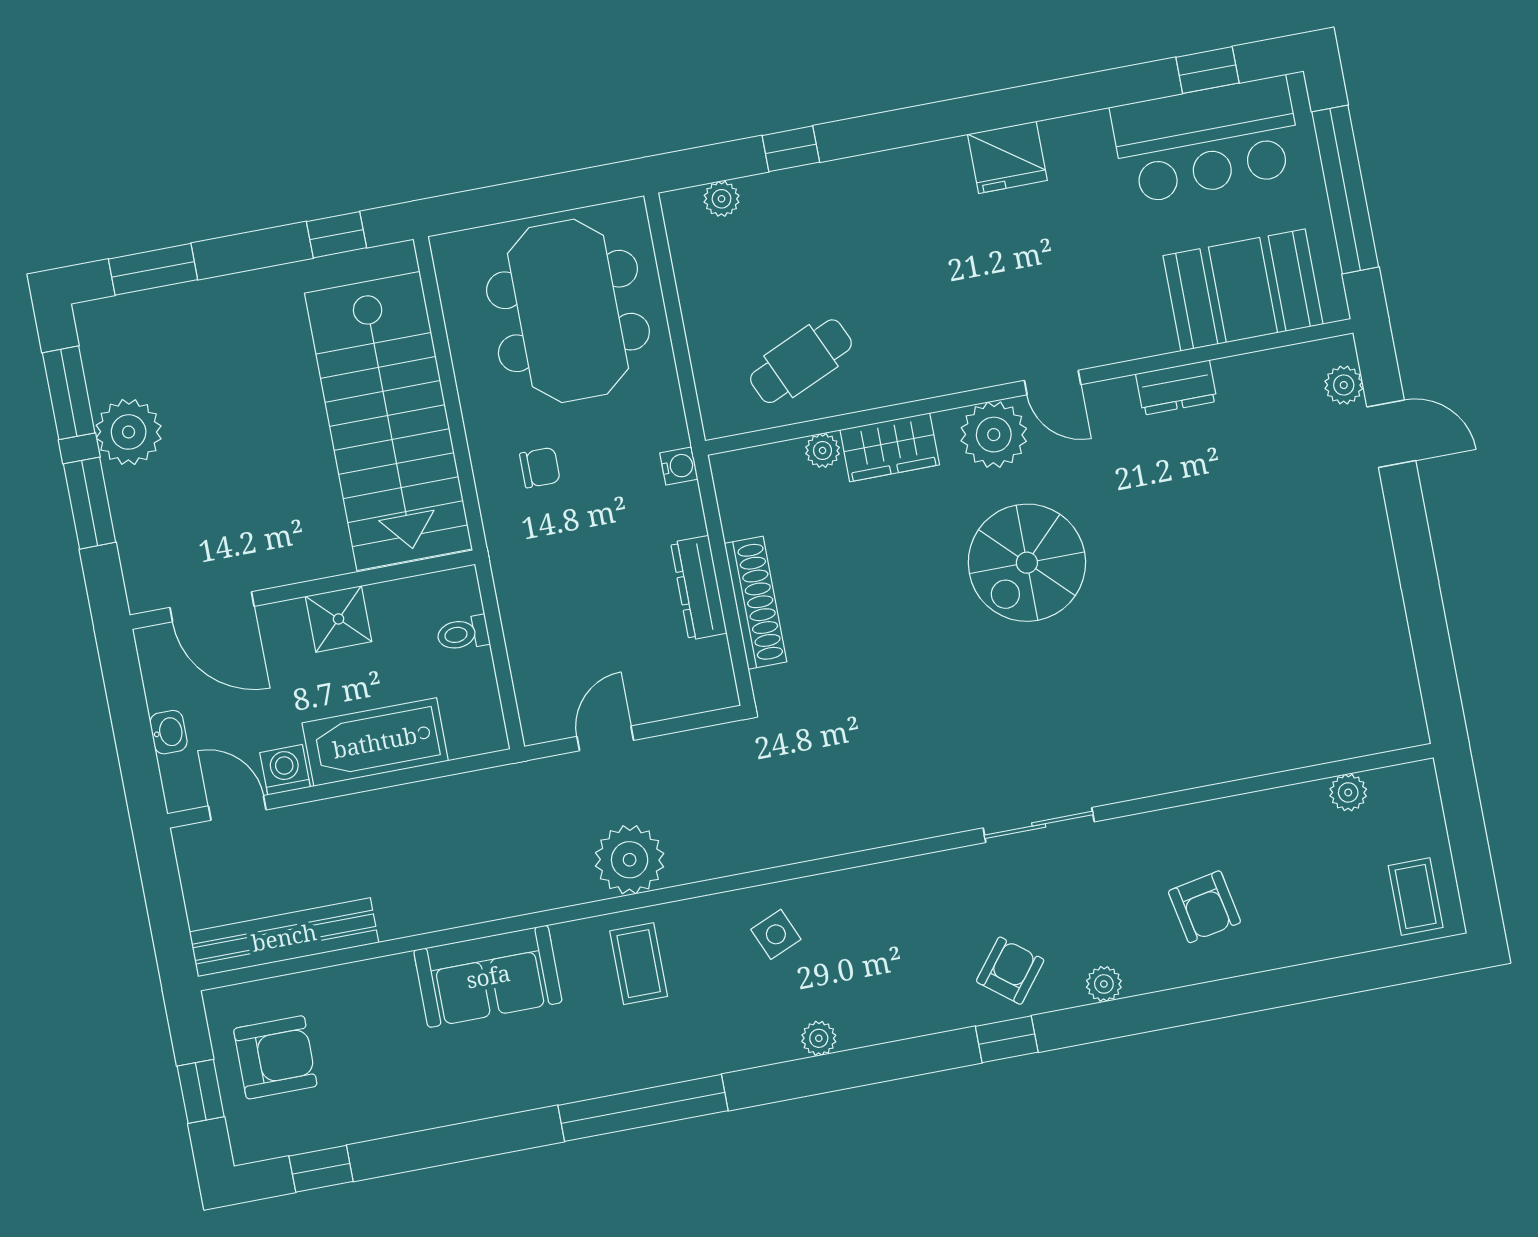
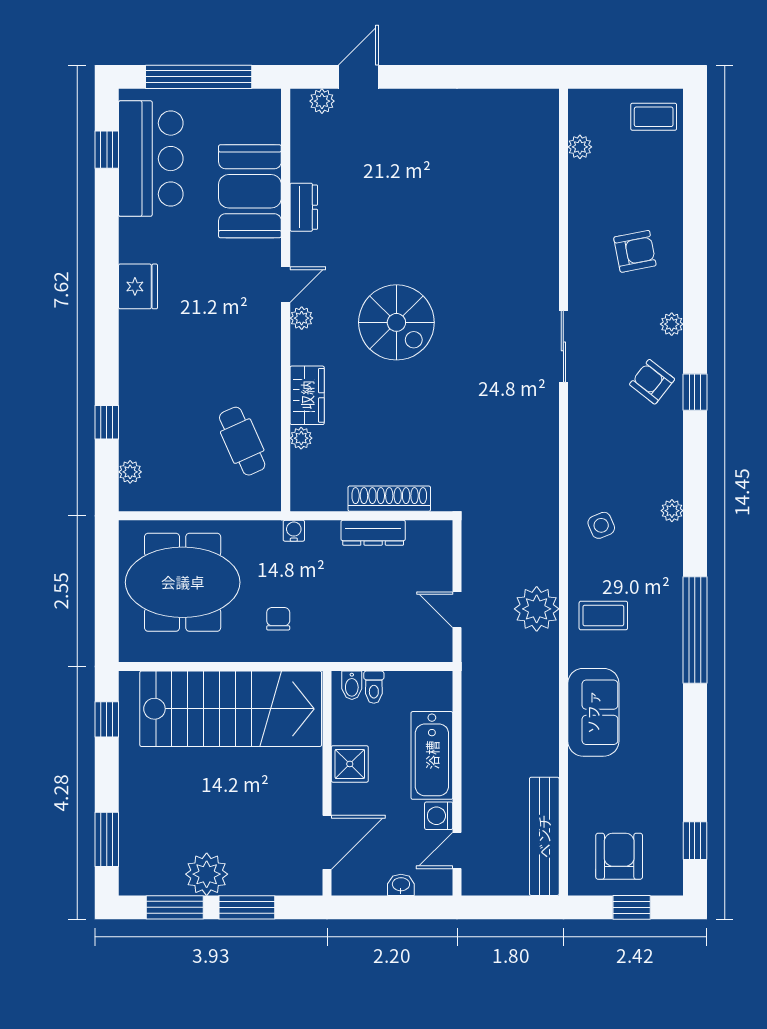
booth: (1243, 290) -> (250, 191), moved
plant: (994, 435) -> (302, 318), width x0.53, depth x0.53
bidet: (459, 599) -> (352, 685), added

